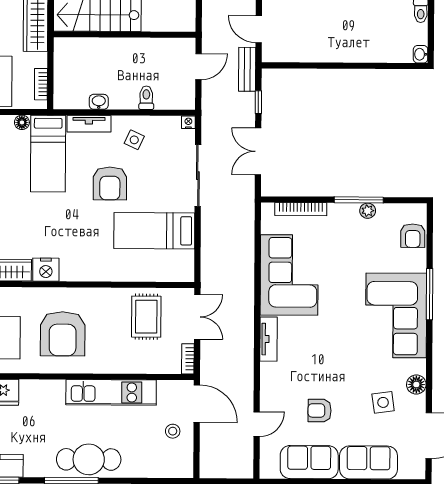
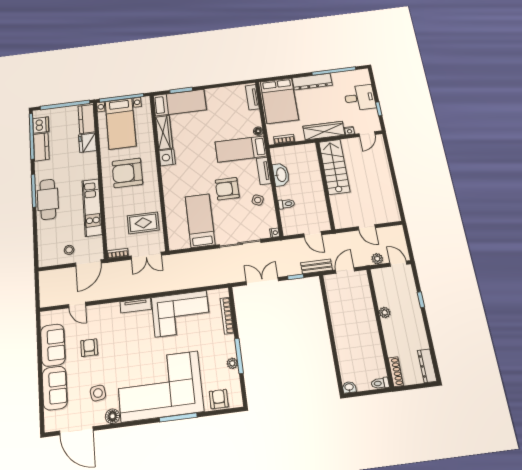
washbasin: (99, 102) -> (281, 175), width x1.91, depth x1.45
armchair: (413, 236) -> (219, 399), turned 90
corner sofa: (396, 315) -> (160, 386), width x1.36, depth x1.36

